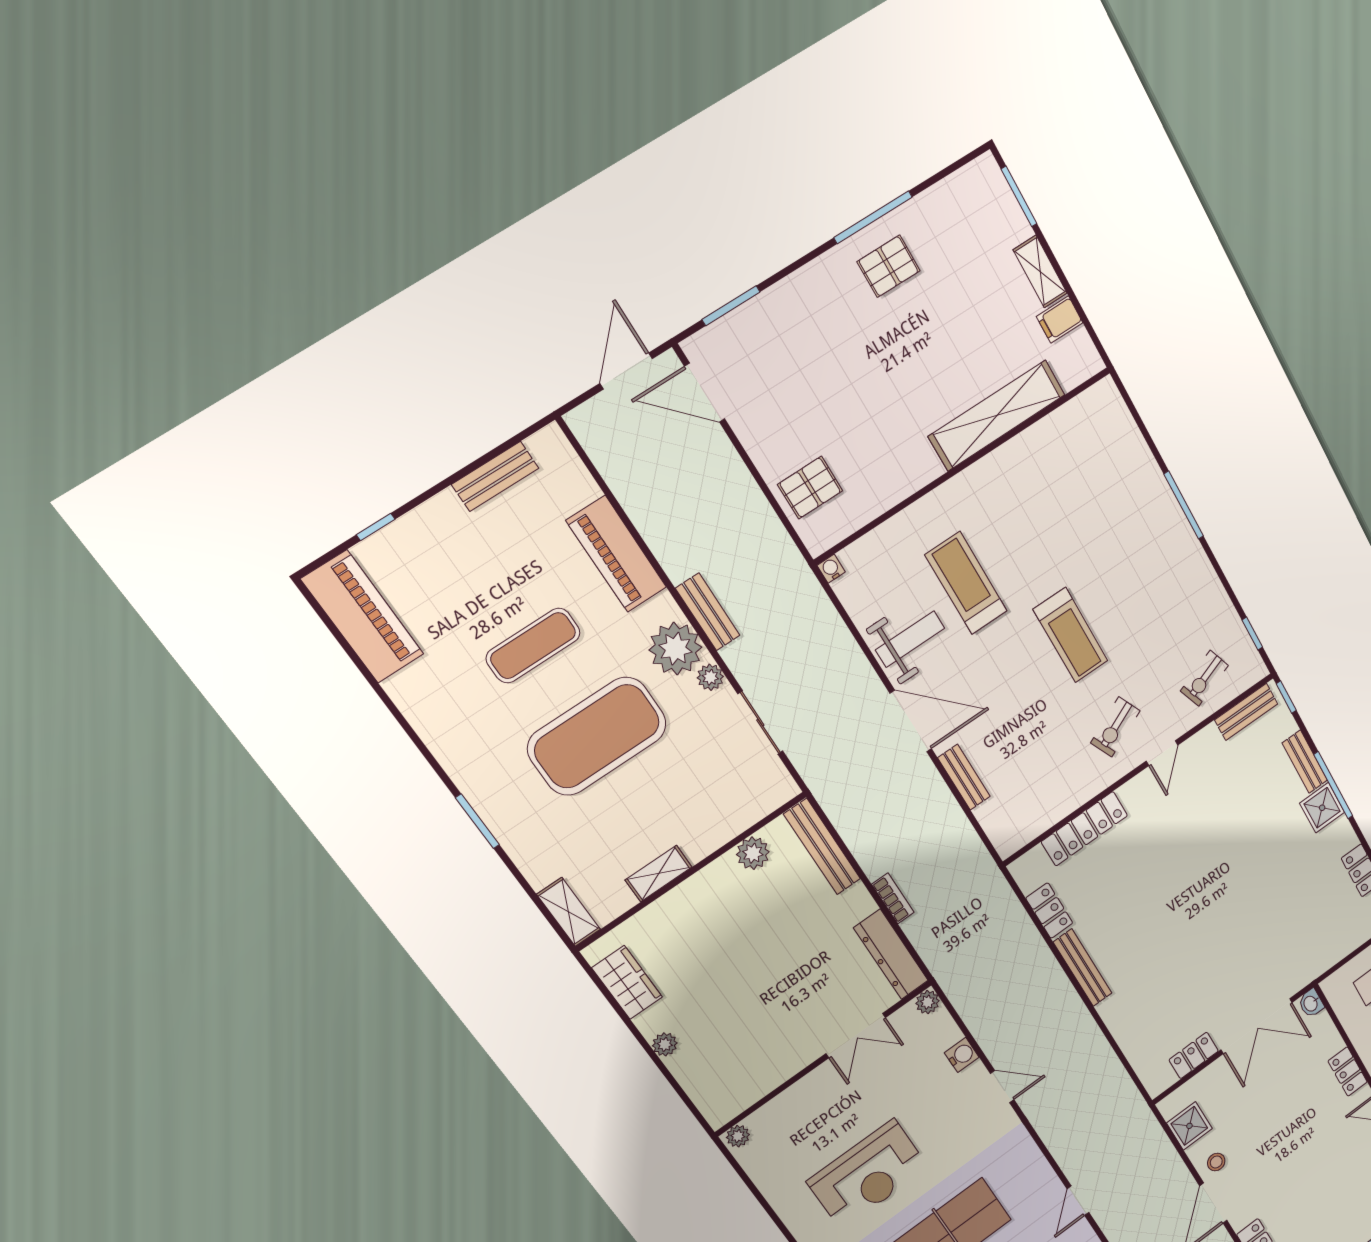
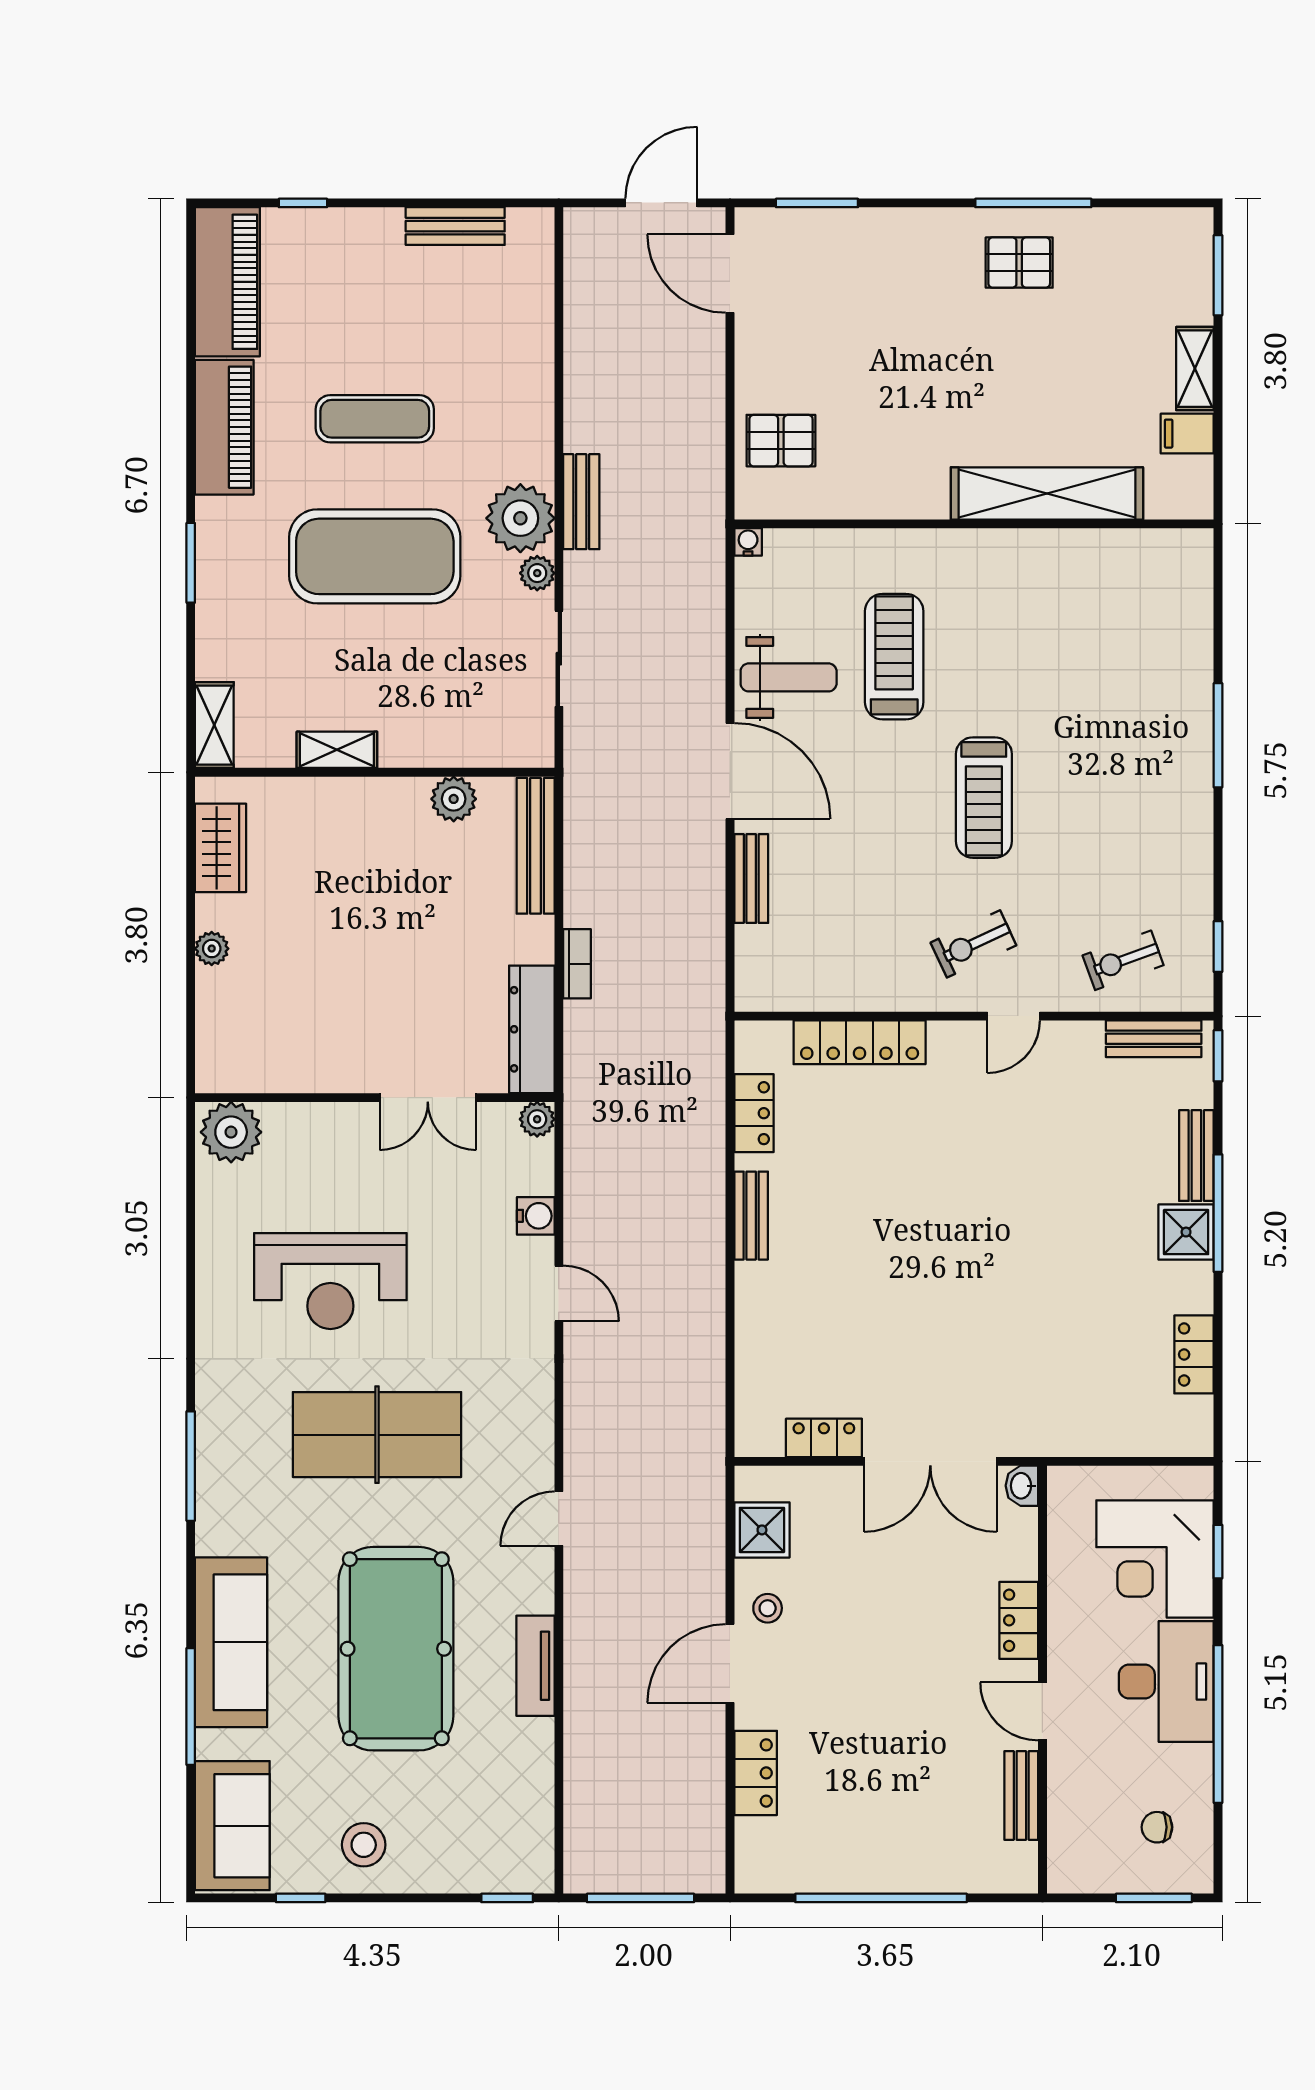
piano: (617, 554) -> (224, 427), moved, turned 180
bench: (1083, 968) -> (751, 1216), width x0.73
plant: (738, 1136) -> (231, 1132), width x1.88, depth x1.88

